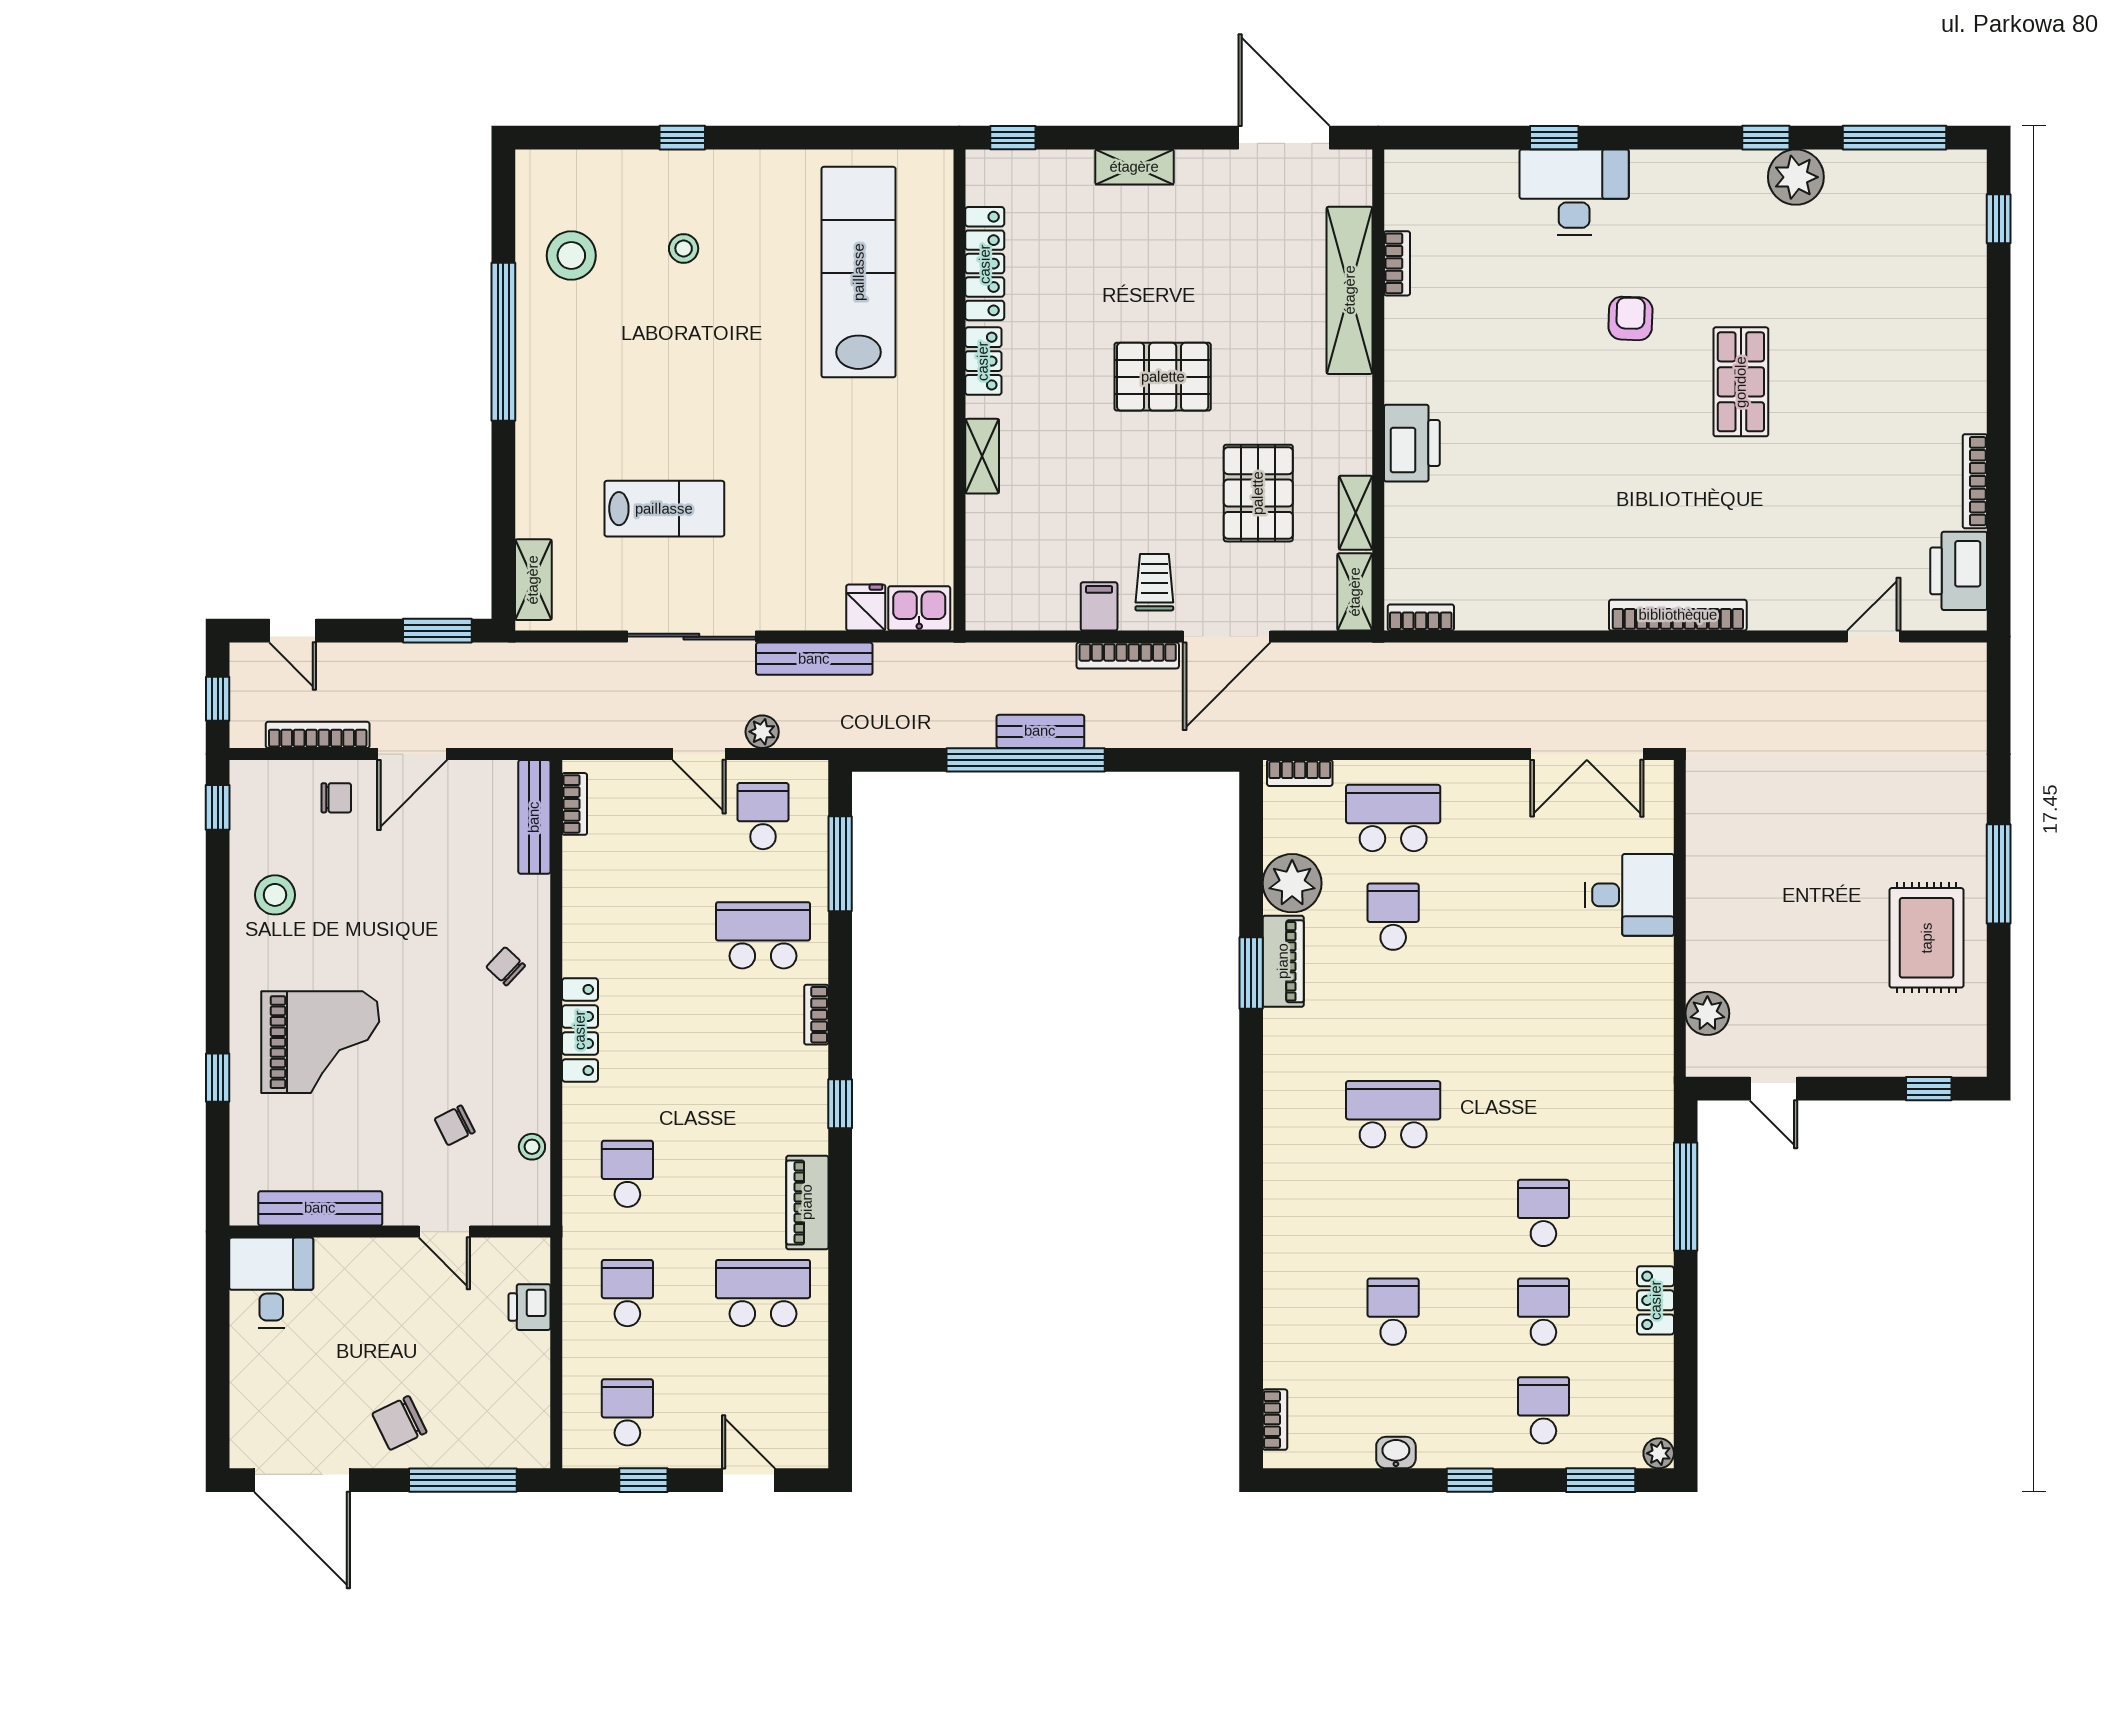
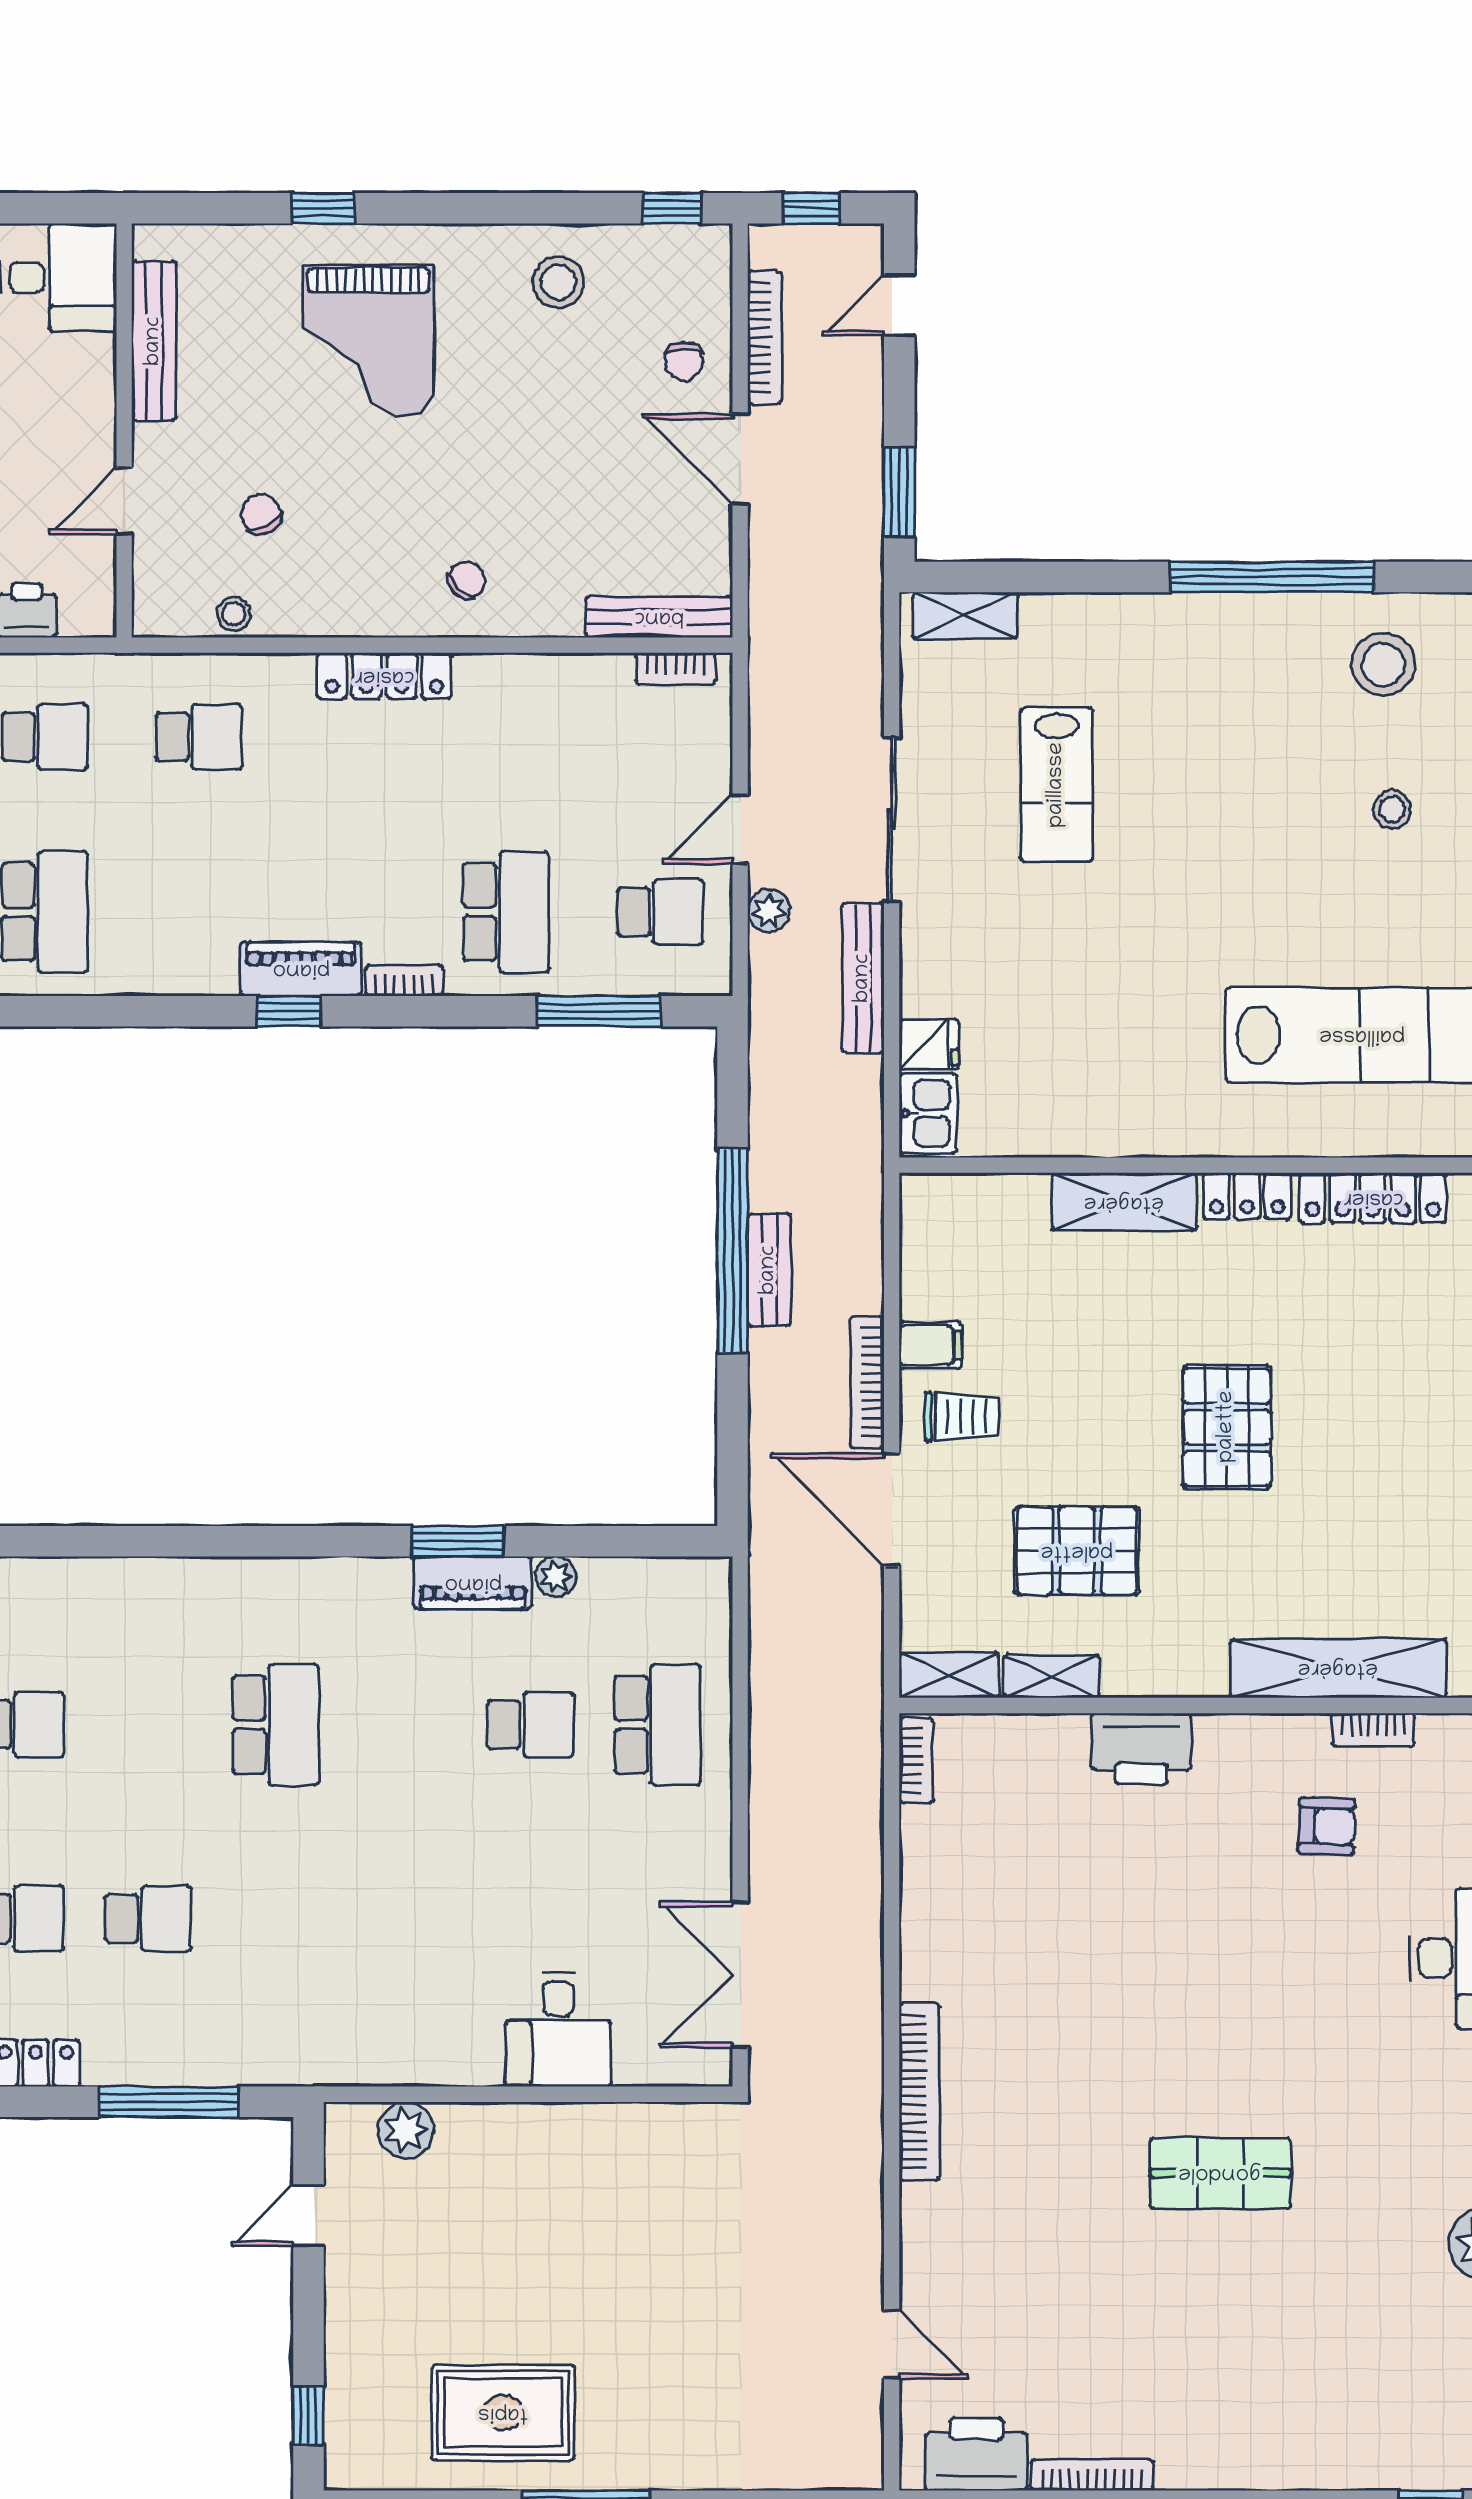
armchair: (1630, 318) -> (1327, 1826), moved
shelving: (982, 456) -> (1124, 1202), width x1.50, depth x1.33
bookcase: (1300, 773) -> (716, 1604), removed
plant: (1292, 883) -> (556, 1577), width x0.53, depth x0.53
piano: (807, 1202) -> (301, 969), moved

